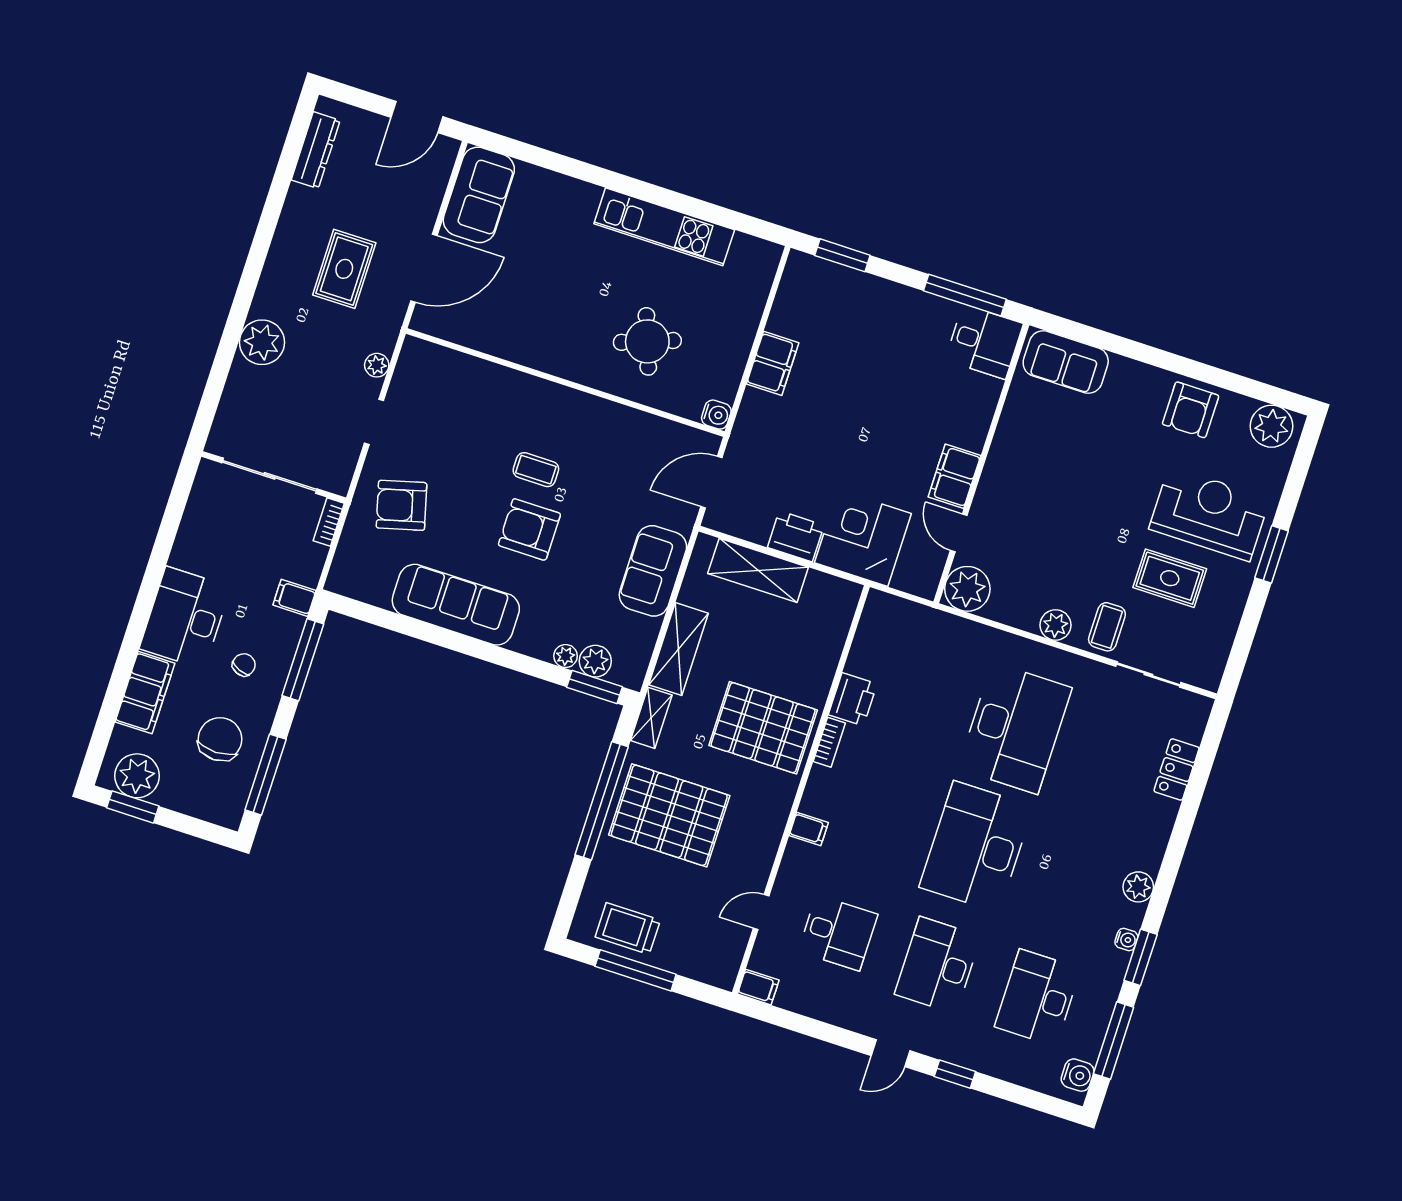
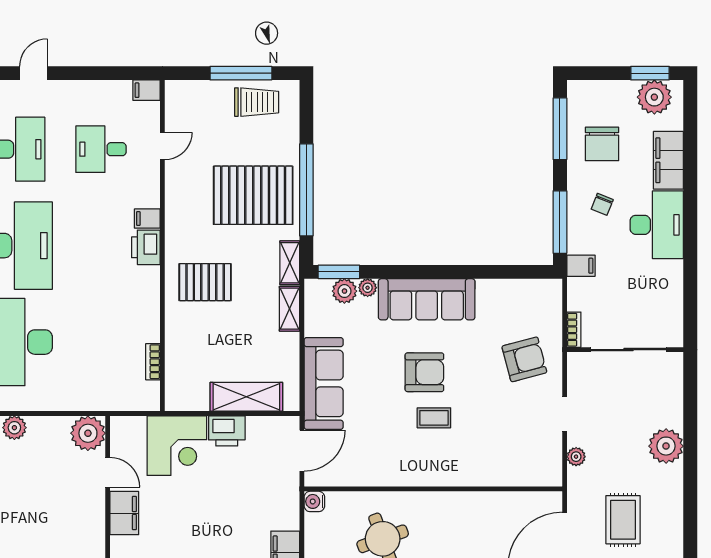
sofa: (653, 571) -> (324, 383), width x1.36
sofa: (456, 605) -> (427, 299), moved
shelving: (678, 649) -> (289, 309), width x0.67, depth x0.75
printer: (853, 699) -> (146, 247), moved
pallet: (763, 728) -> (205, 282), width x0.73, depth x0.71
bookcase: (829, 742) -> (153, 362), moved

